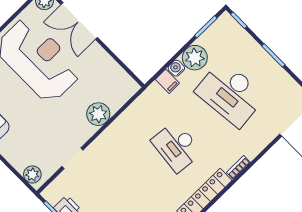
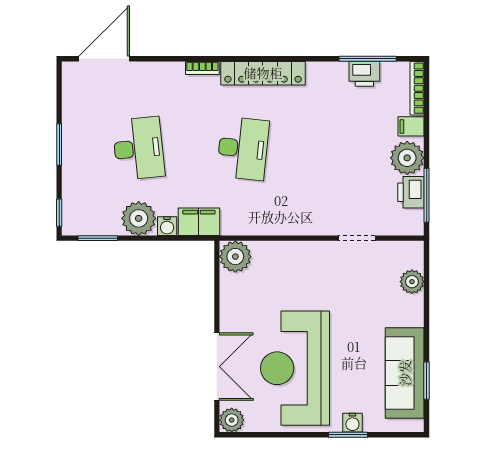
filing cabinet: (167, 81) -> (199, 222), width x2.00
desk: (230, 94) -> (139, 148), width x0.73, depth x0.77
plant: (98, 114) -> (235, 257), moved
plant: (32, 174) -> (412, 282), moved

